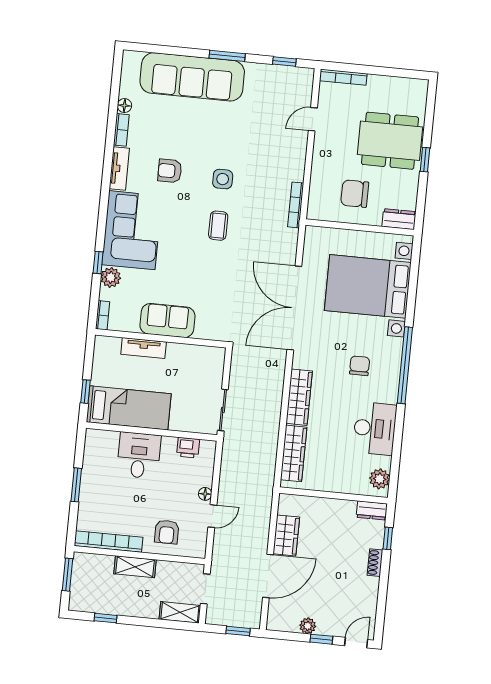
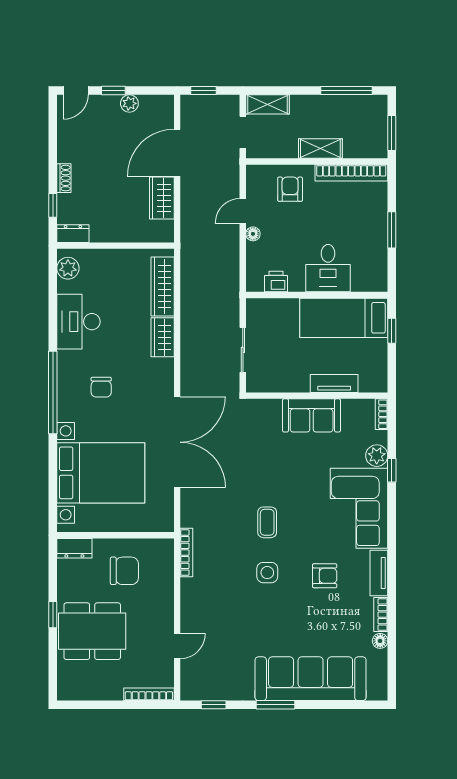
wardrobe: (299, 397) -> (163, 337), width x0.67
sliding door: (223, 410) -> (243, 350), moved
window: (106, 618) -> (347, 91), width x2.17

